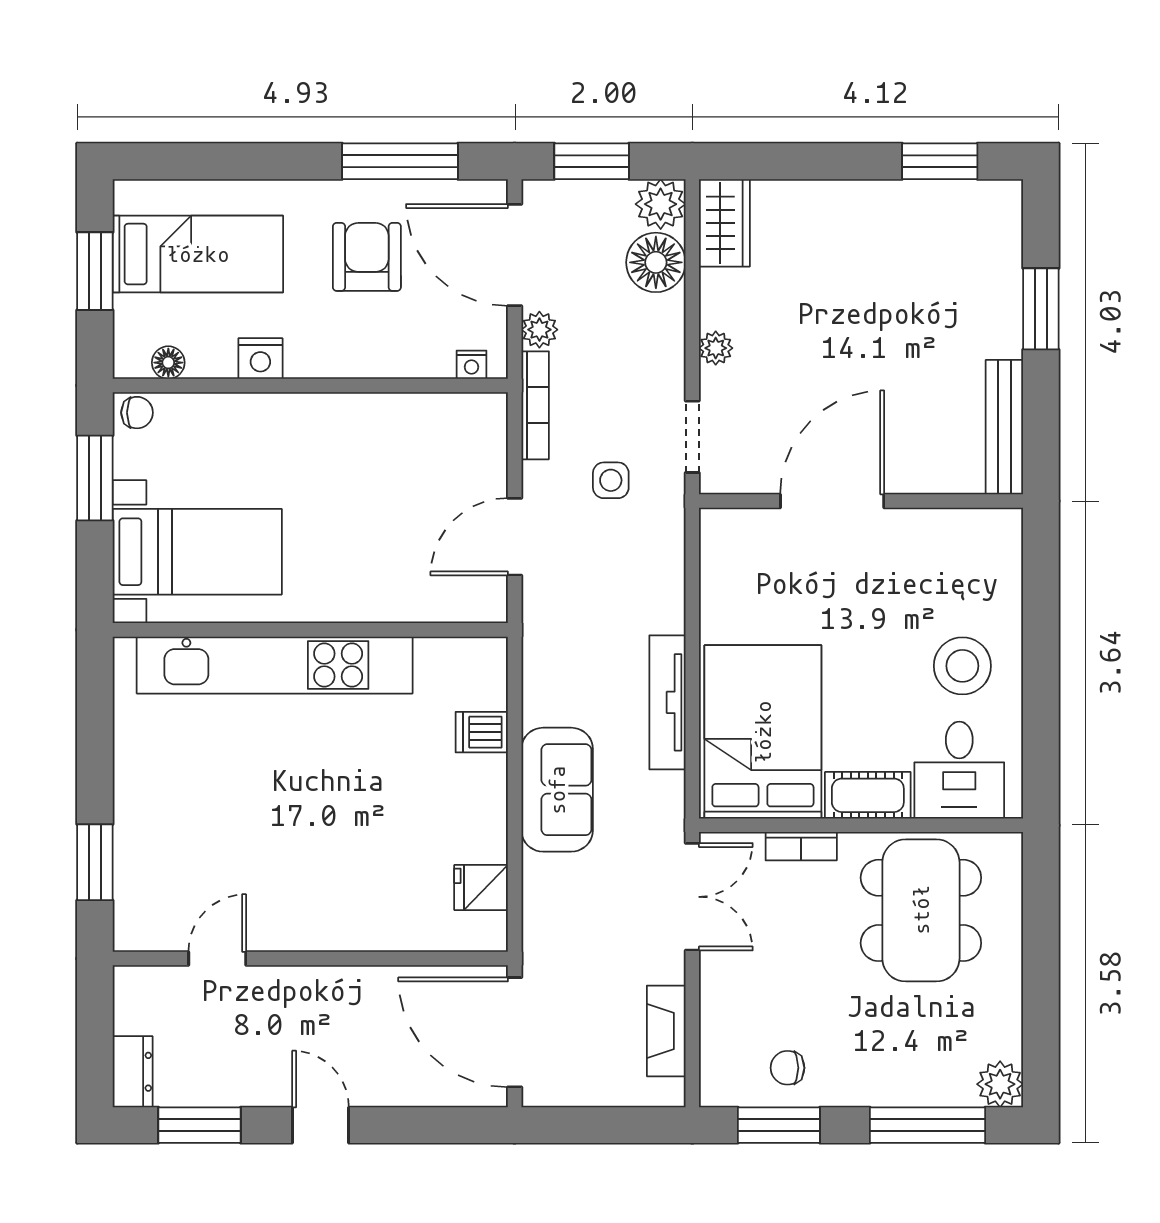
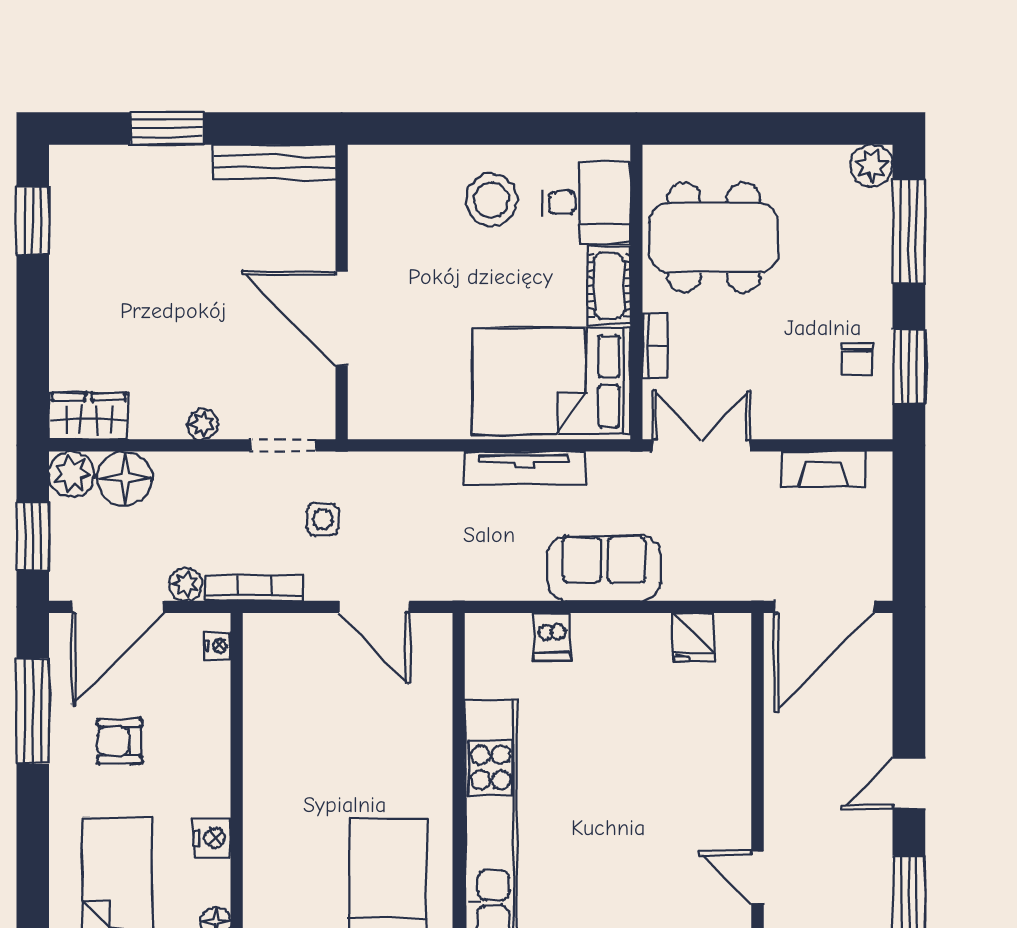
armchair: (367, 257) -> (120, 741), width x0.72, depth x0.72

